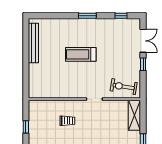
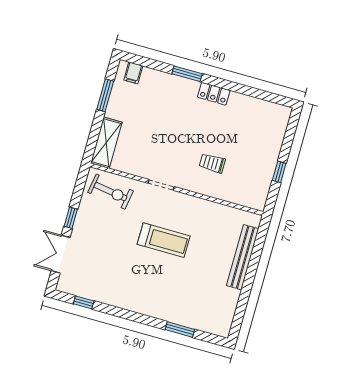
window: (87, 16) -> (180, 329), moved
bench: (33, 43) -> (243, 257), moved
treadmill: (81, 54) -> (164, 240), moved

